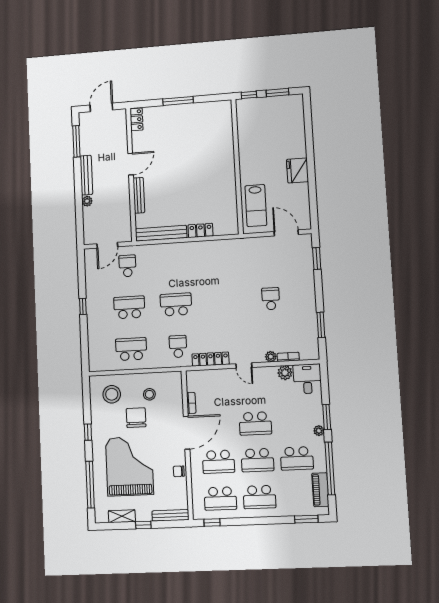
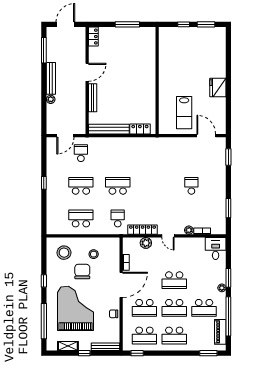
wall: (237, 166) -> (157, 81), moved
plant: (285, 373) -> (146, 243), moved

